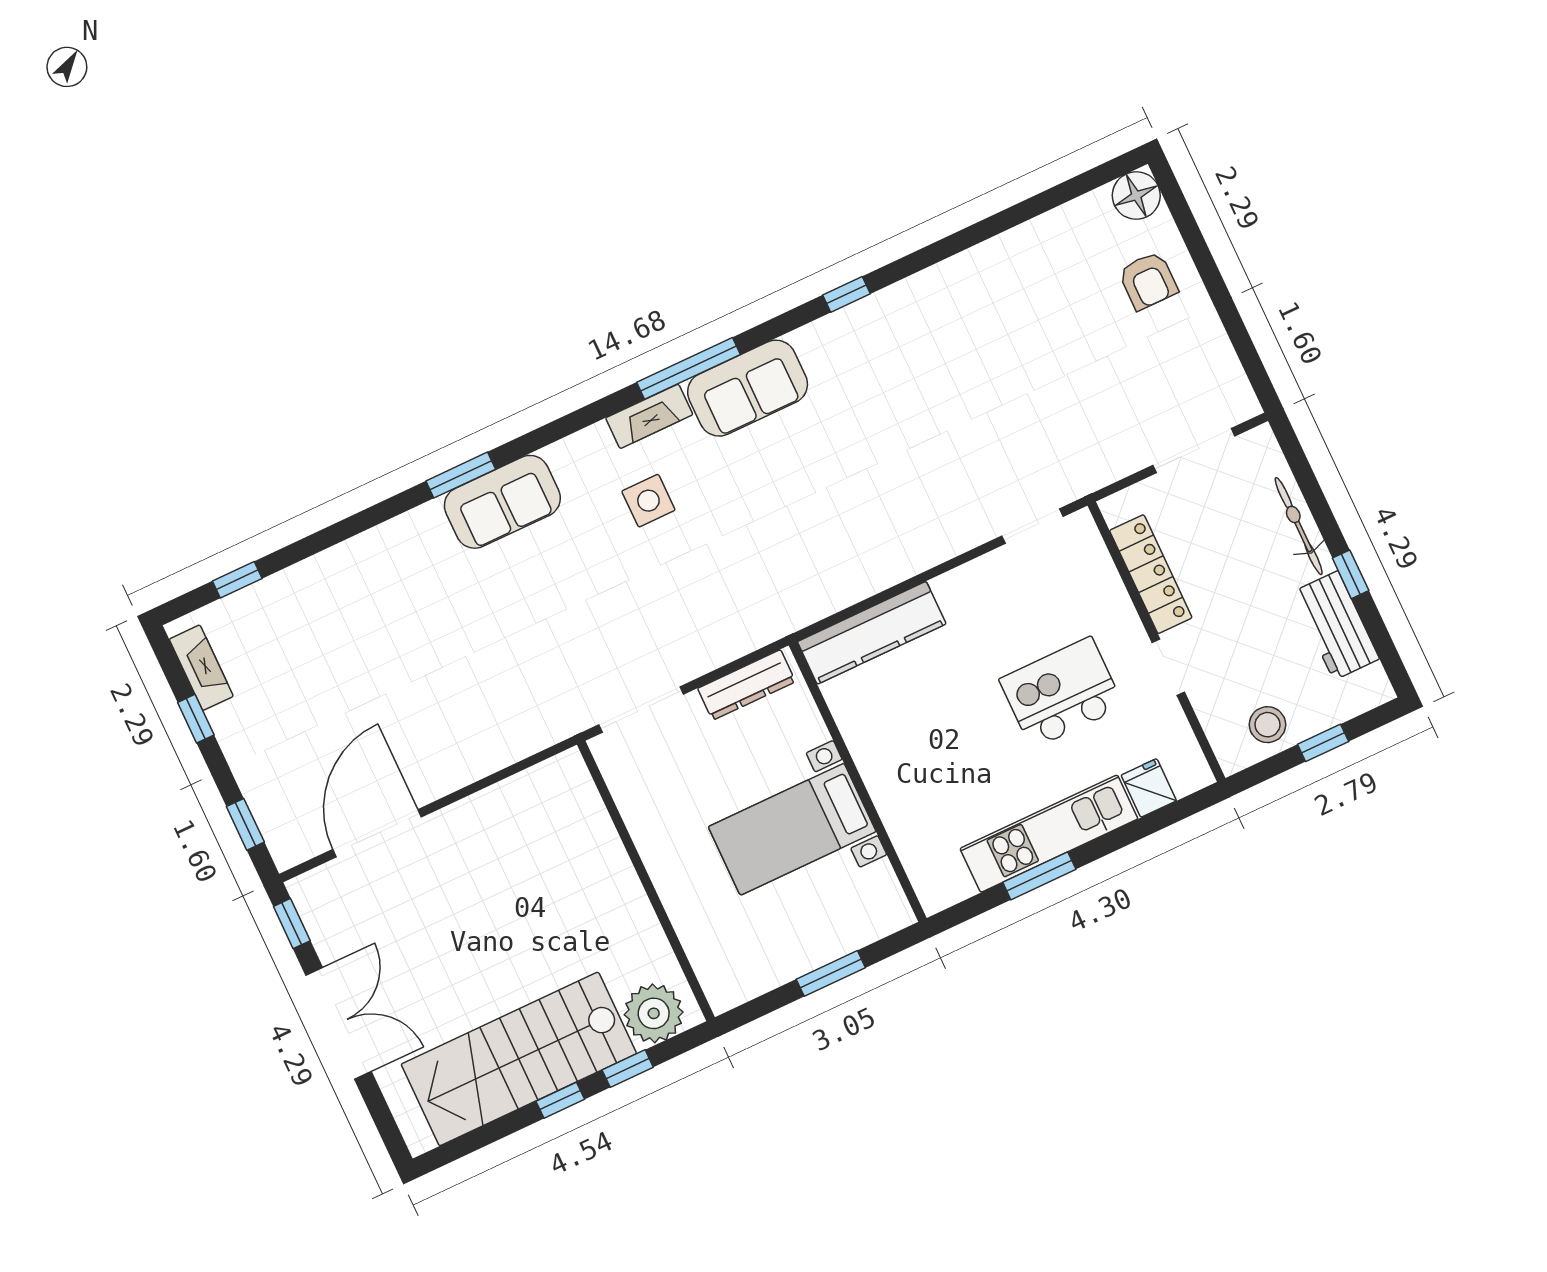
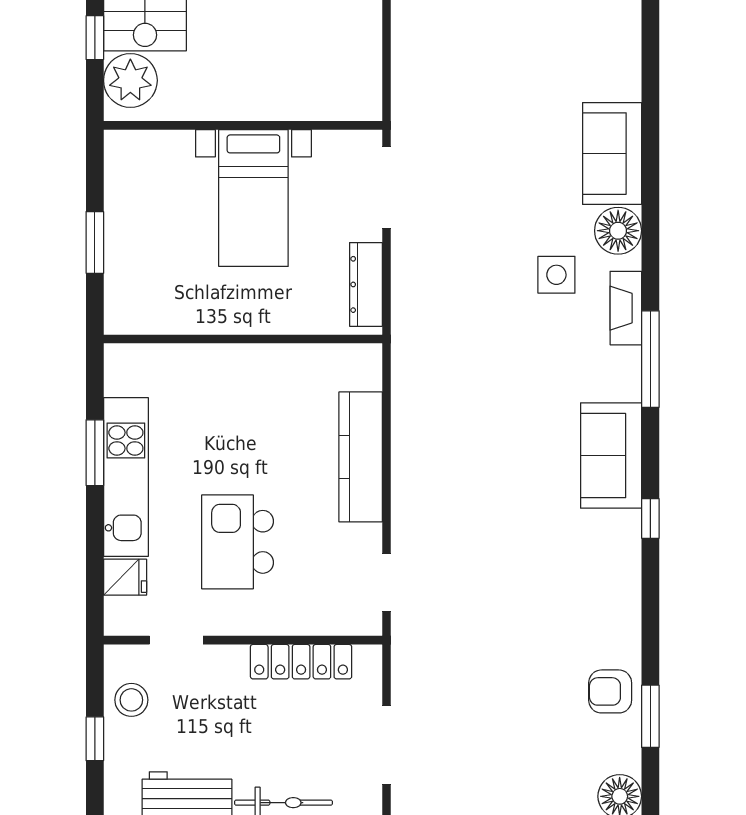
armchair: (1148, 281) -> (610, 691), moved
sofa: (748, 388) -> (611, 456), moved
floor lamp: (576, 460) -> (618, 231), added
window: (461, 475) -> (650, 716), moved
kitchen counter: (872, 633) -> (361, 457), moved
doorway: (1168, 667) -> (176, 640), moved
kitchen island: (1061, 693) -> (238, 542), turned 180
bed with nightstands: (792, 829) -> (253, 198), moved, turned 180

